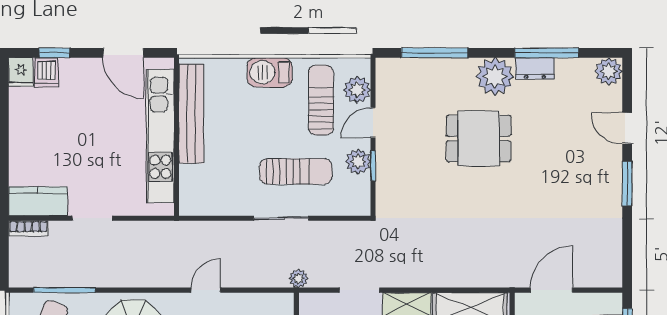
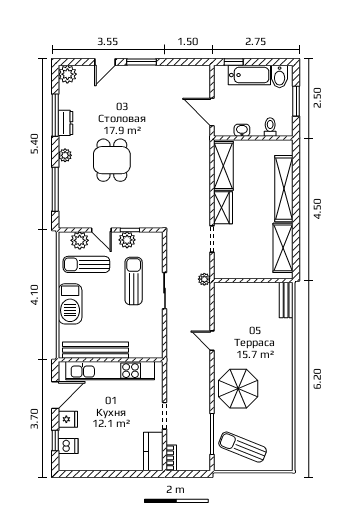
fridge: (21, 72) -> (68, 419), moved
barbecue: (270, 72) -> (70, 304), width x1.37, depth x1.21
plant: (495, 77) -> (65, 155), width x0.53, depth x0.53

